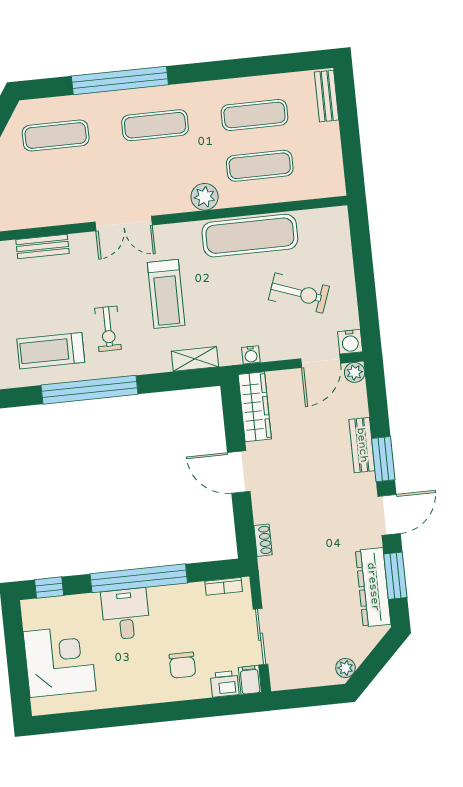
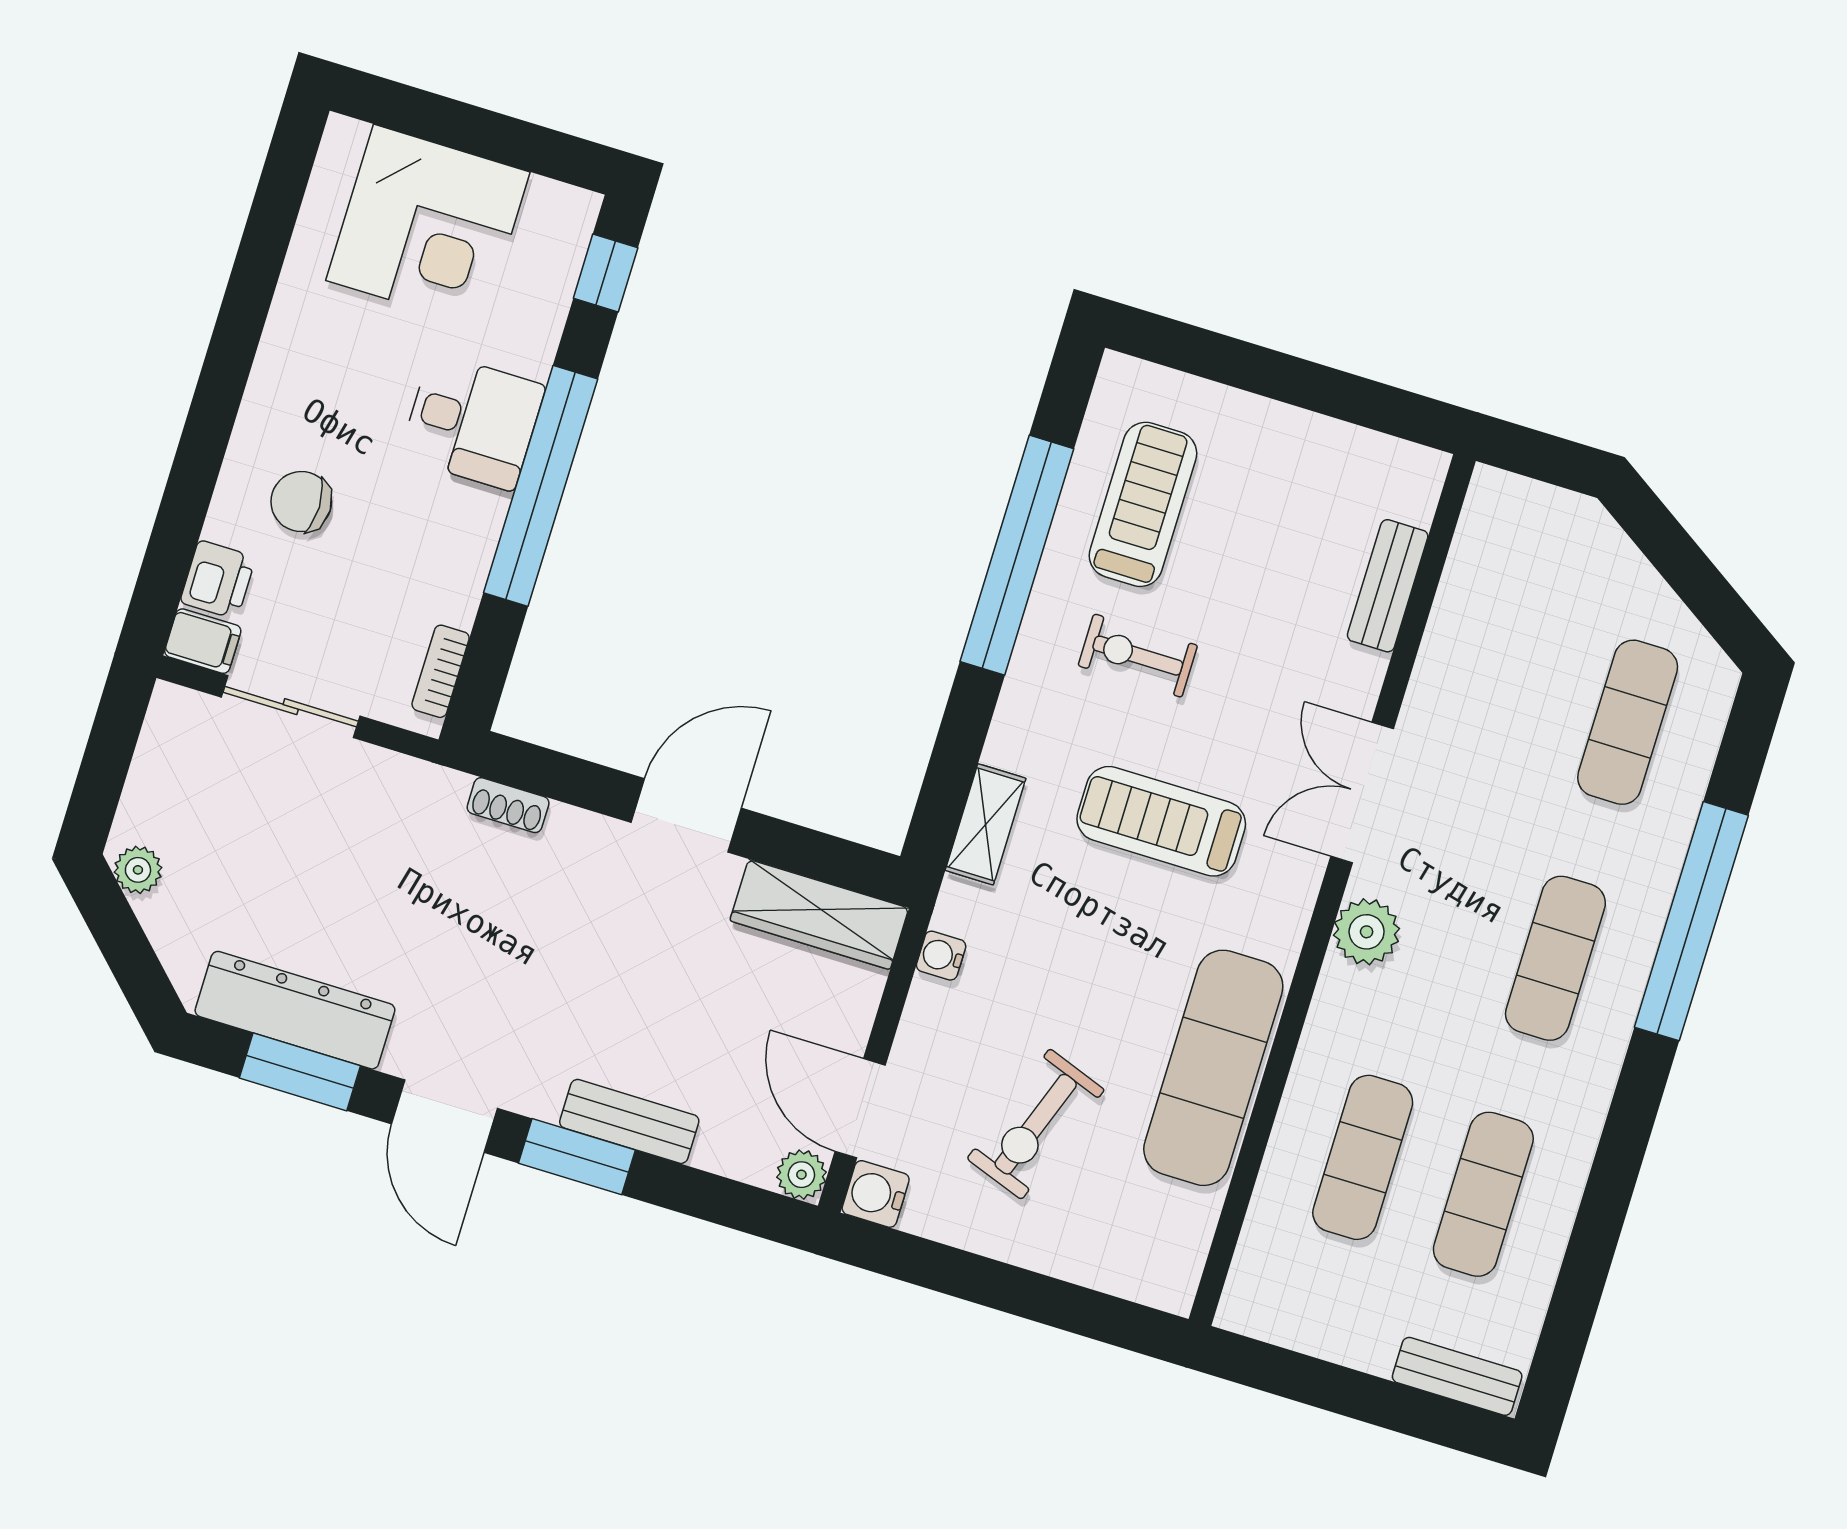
plant: (205, 197) -> (1367, 932), moved

